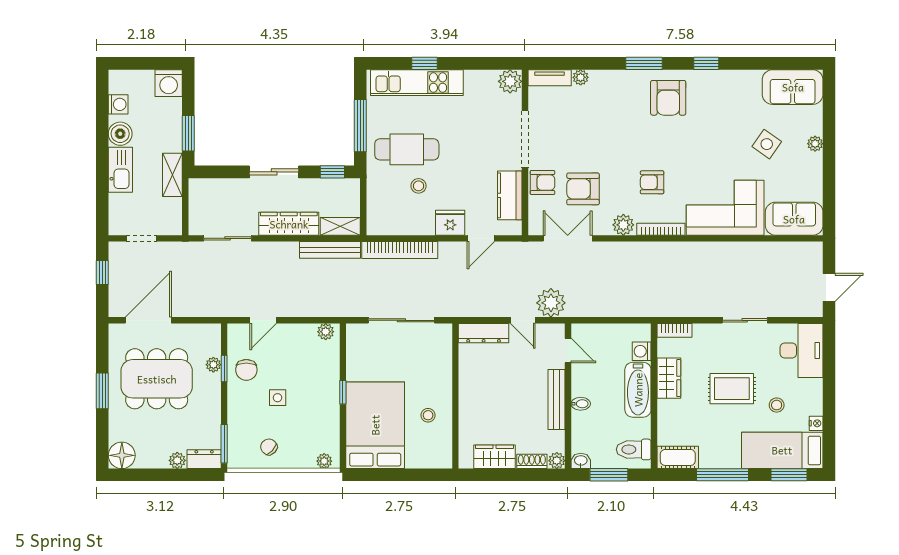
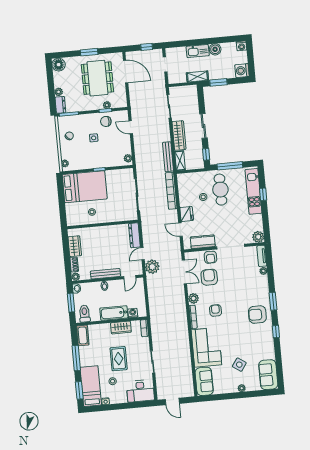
washing machine: (118, 104) -> (242, 46), moved

